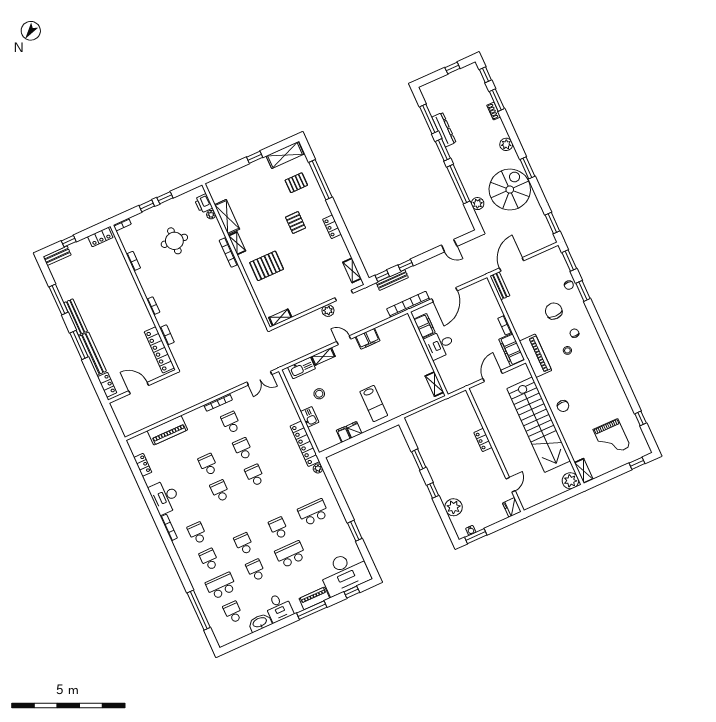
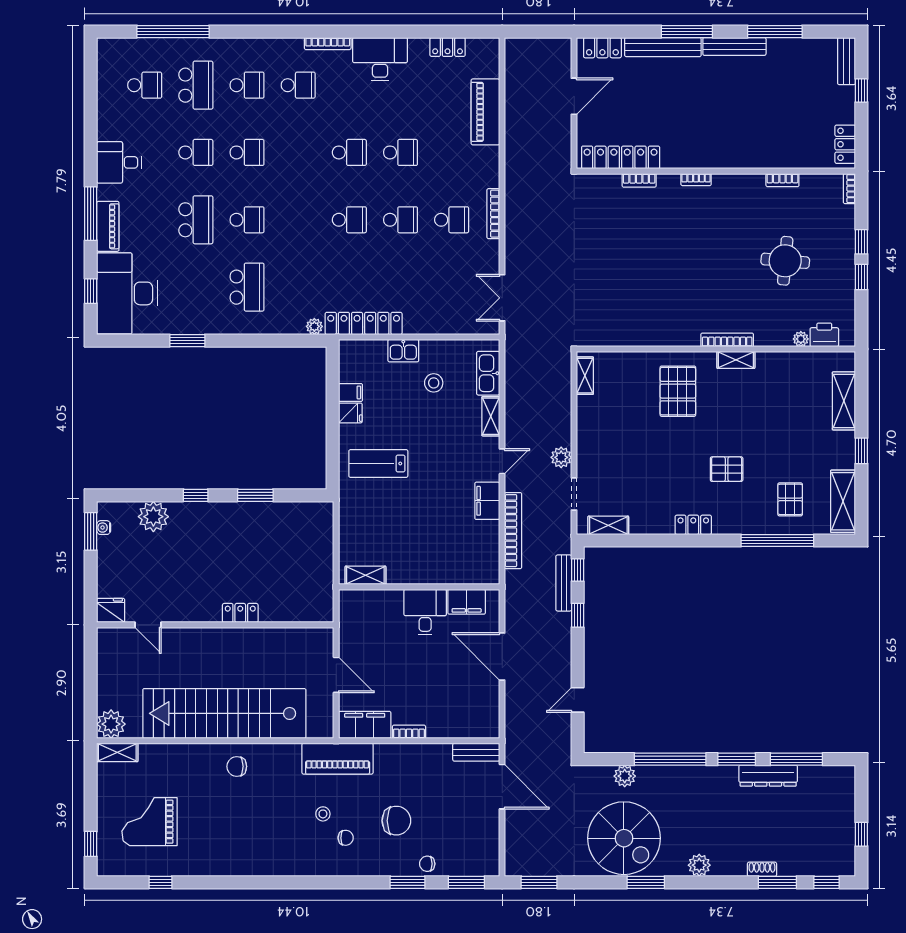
shelving: (227, 217) -> (844, 401), moved, turned 90
bookcase: (408, 304) -> (513, 531), moved
washbasin: (260, 623) -> (108, 121), removed

